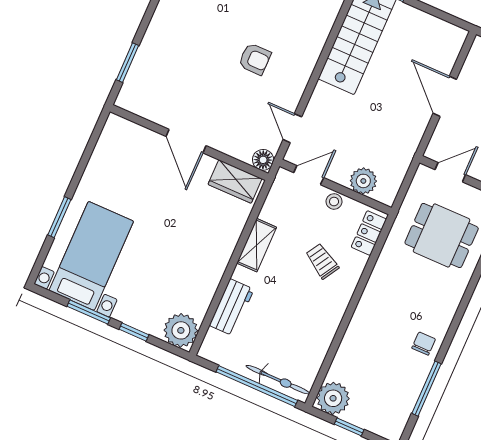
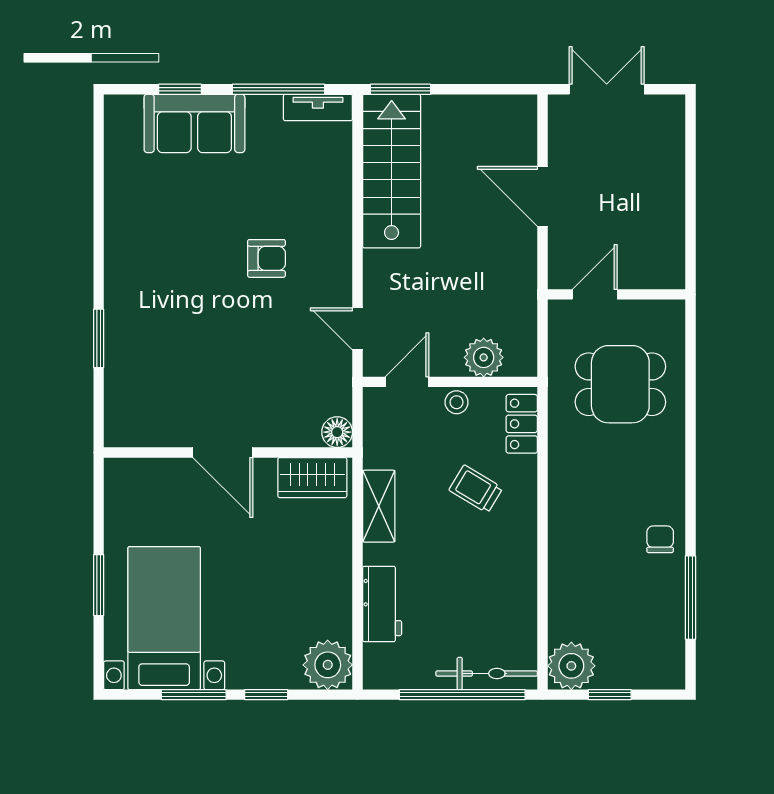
door: (186, 141) -> (223, 453), moved
wall: (189, 143) -> (228, 453), moved
floor lamp: (263, 160) -> (337, 432), moved
wardrobe: (235, 181) -> (312, 478), moved

